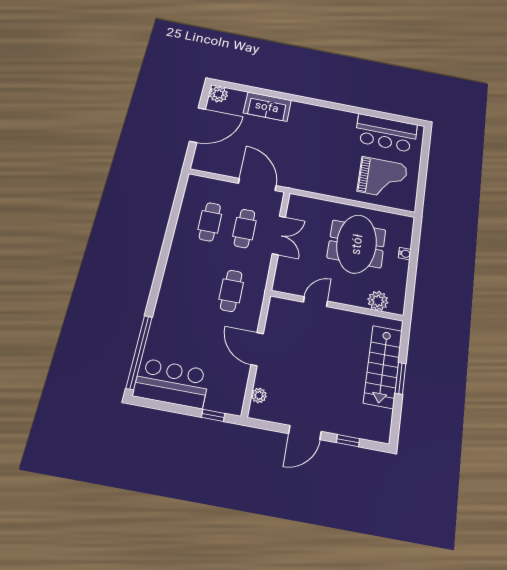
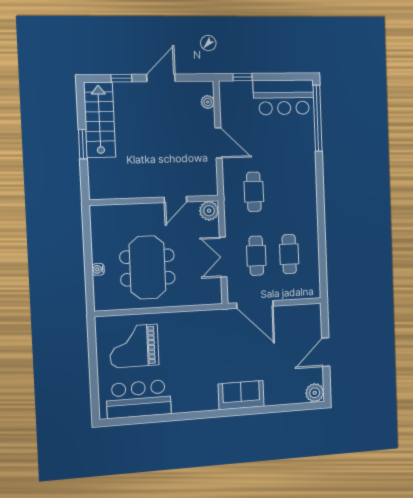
sofa: (267, 107) -> (241, 395), moved
door: (198, 125) -> (326, 352), width x0.73
plant: (378, 301) -> (209, 211), moved
stairs: (383, 366) -> (100, 120), moved

